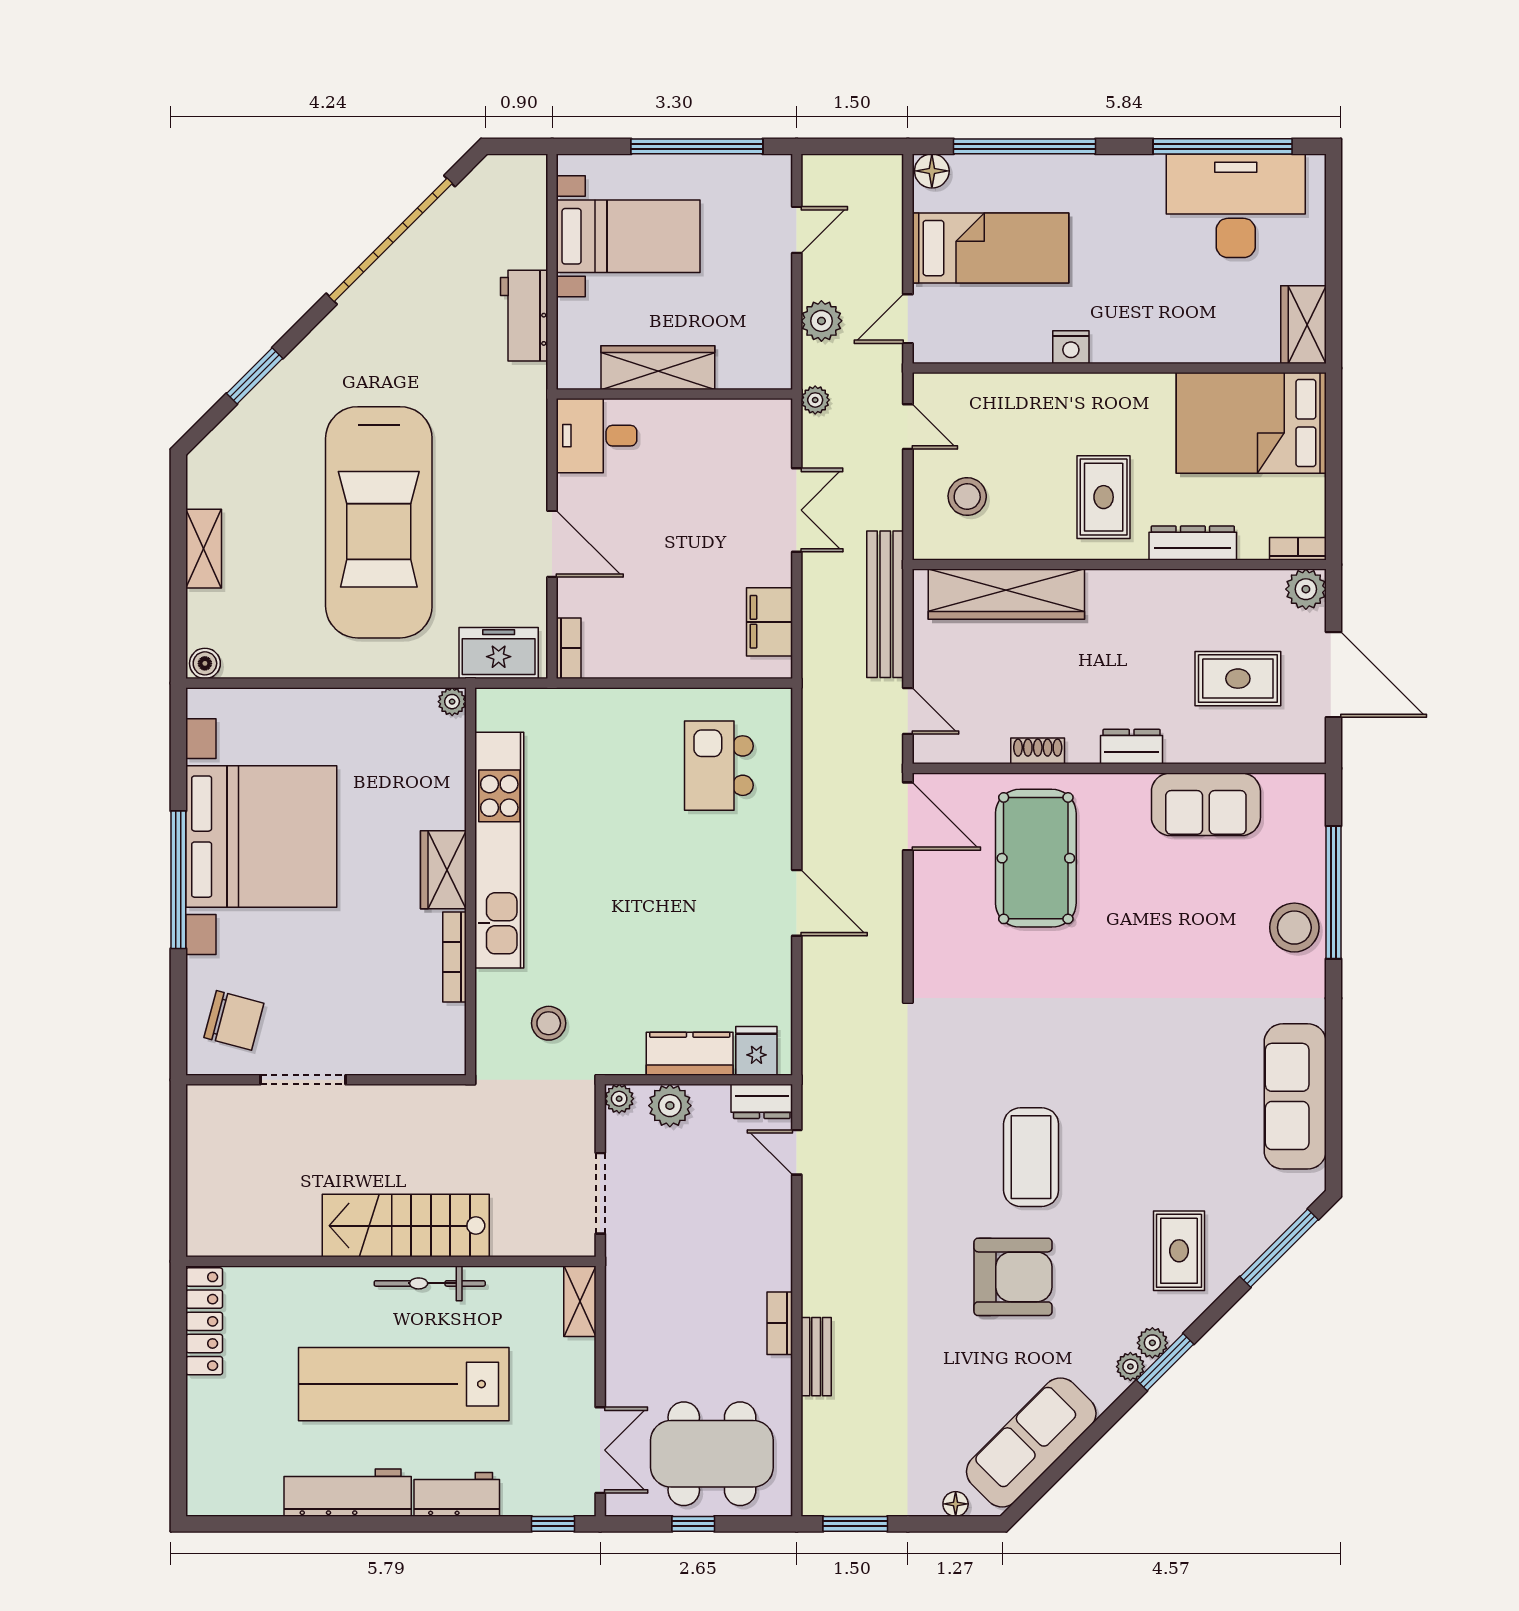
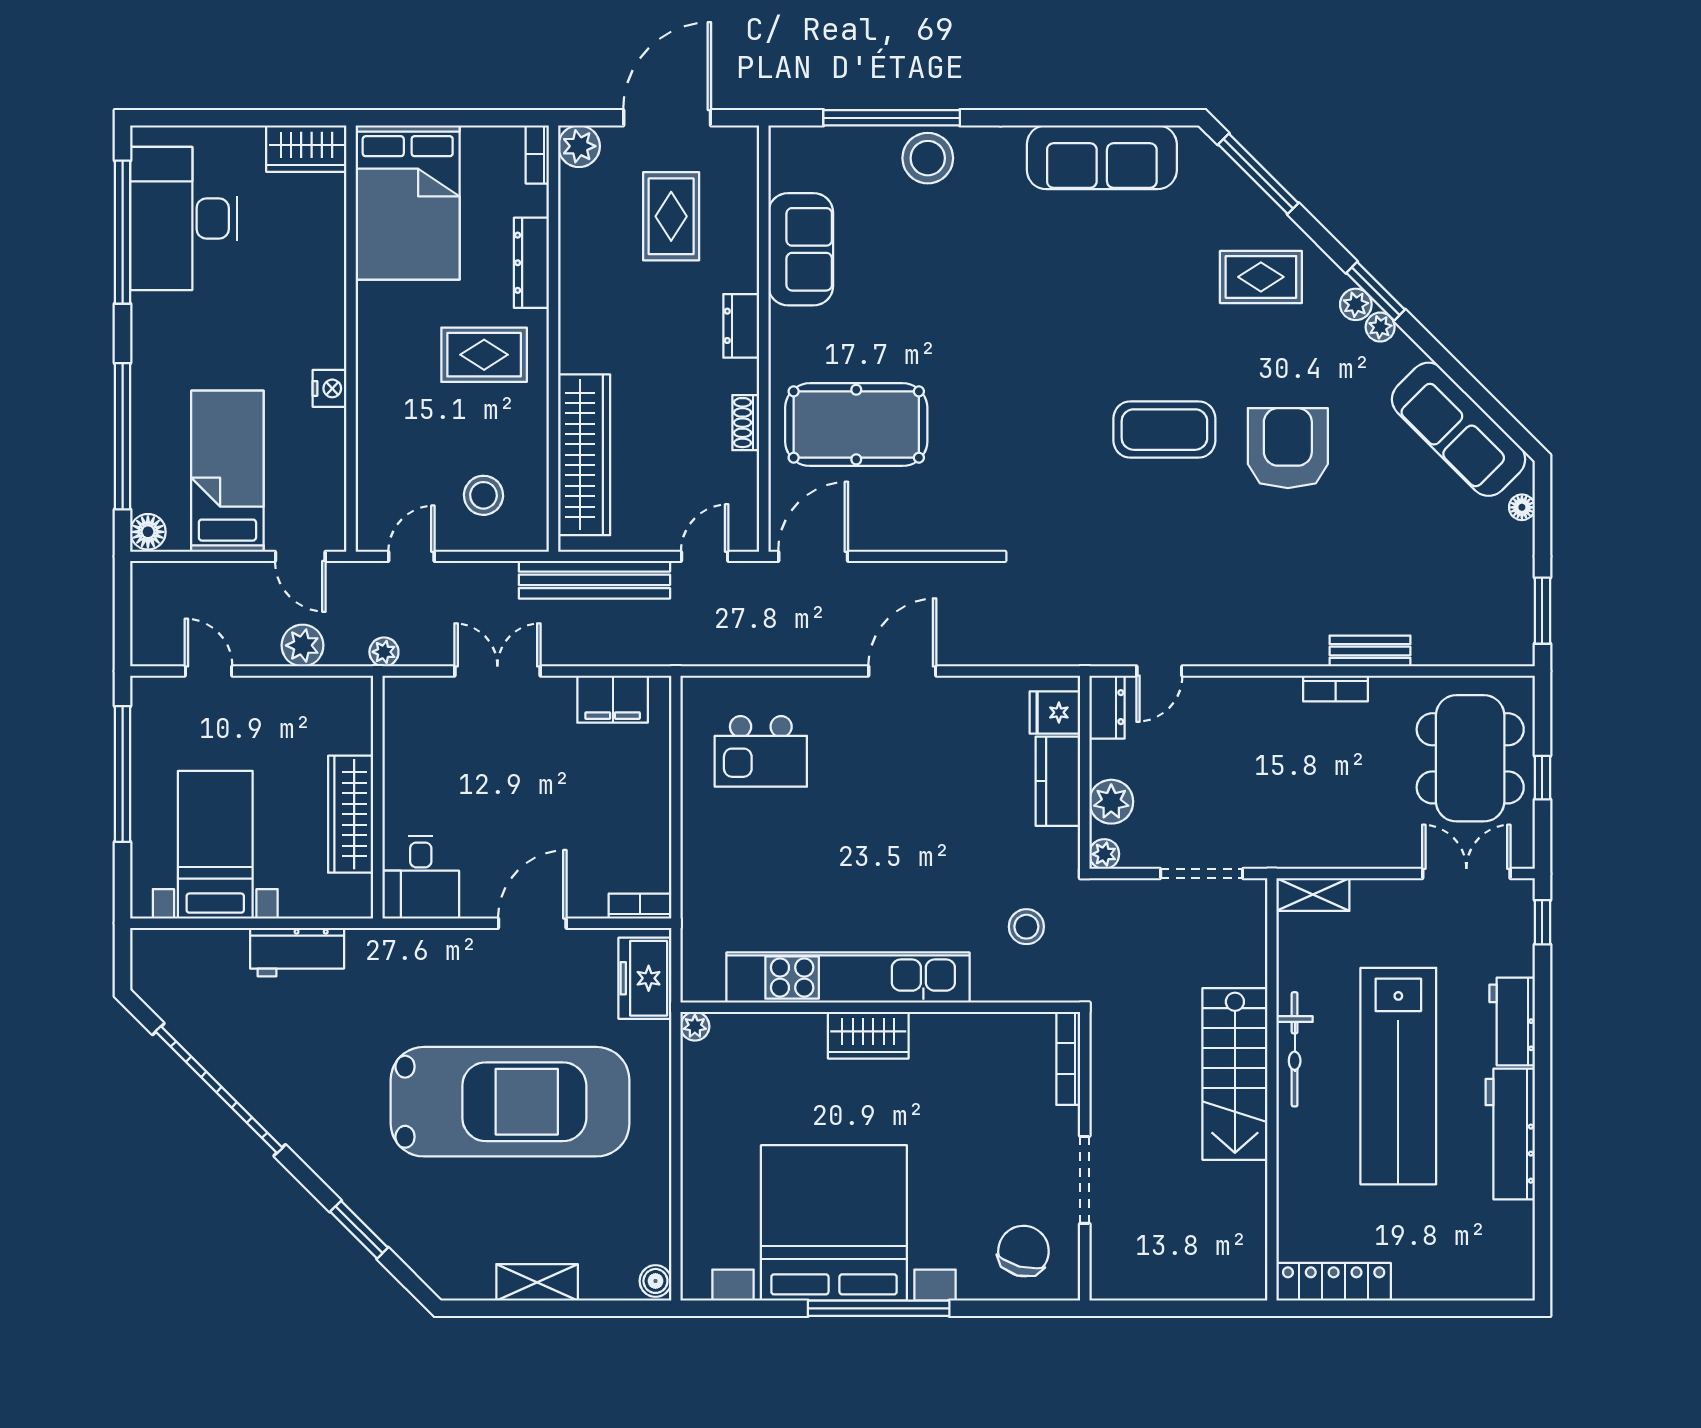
bookcase: (454, 957) -> (1068, 1058), moved, turned 90

